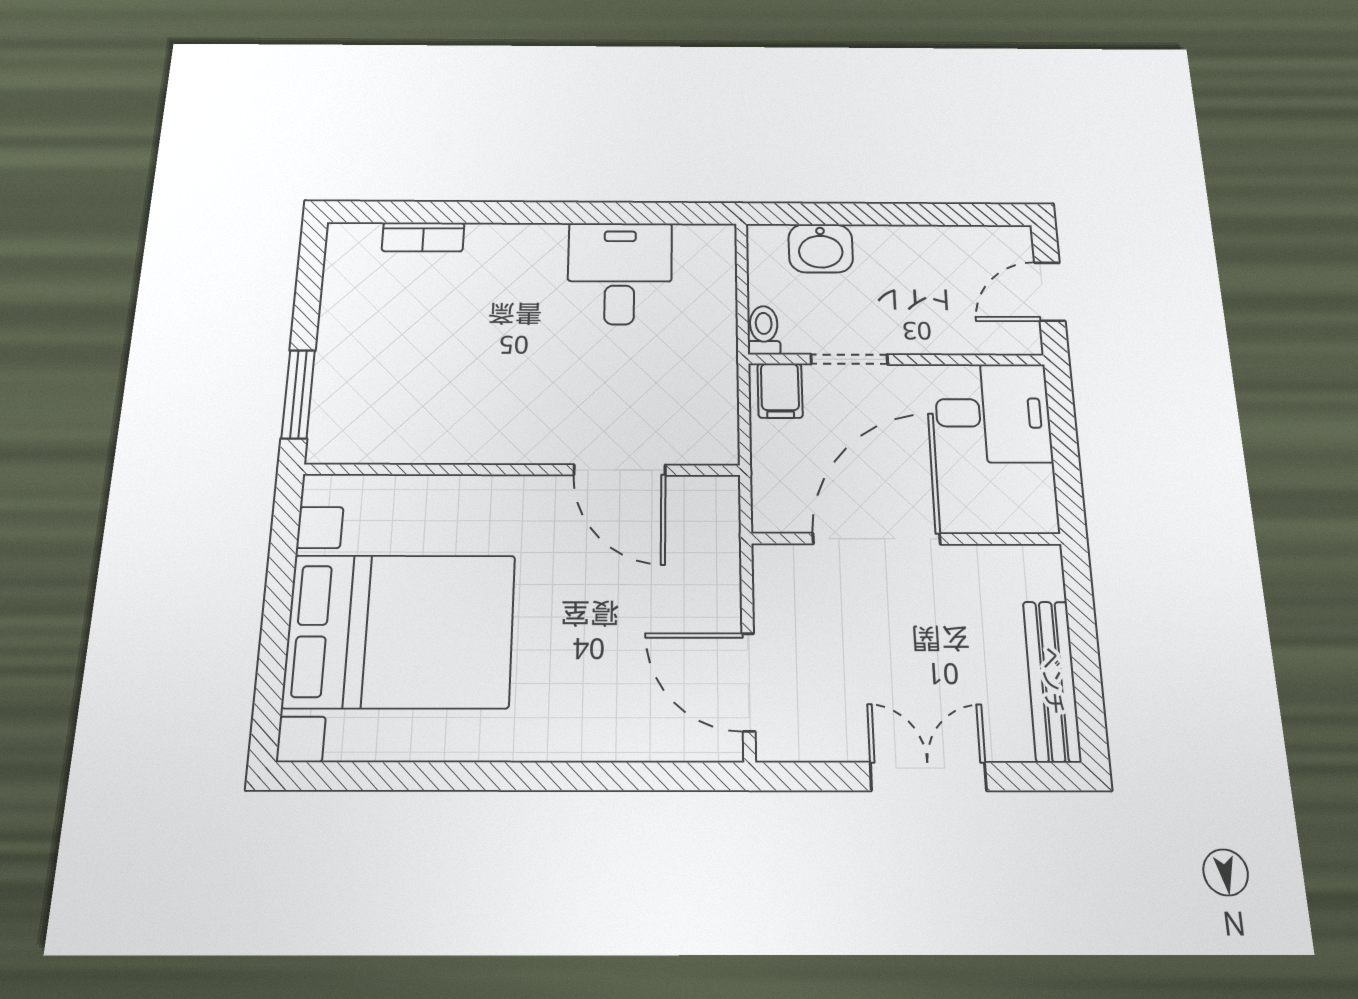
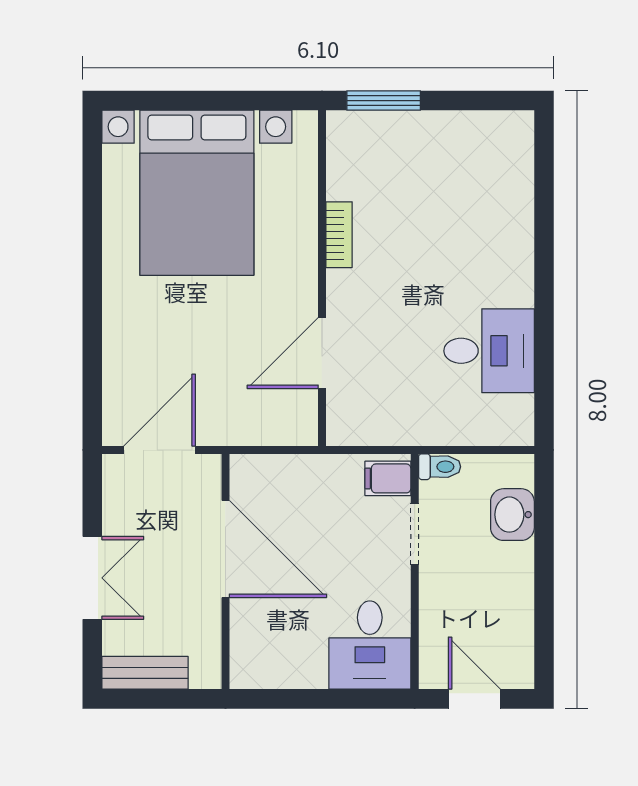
bookcase: (423, 237) -> (339, 235), moved, turned 180
door: (877, 539) -> (225, 549), moved
wall: (906, 539) -> (225, 572), moved
bench: (1052, 681) -> (145, 673), width x0.73

